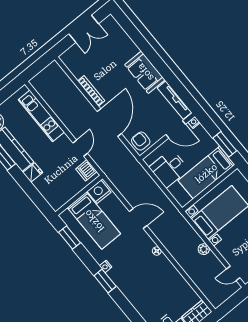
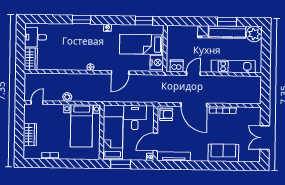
sofa: (145, 72) -> (223, 153), moved
door: (80, 148) -> (193, 74), swing flipped
window: (105, 281) -> (82, 20), moved

